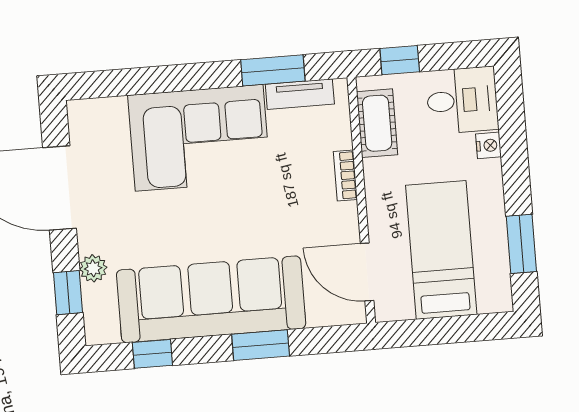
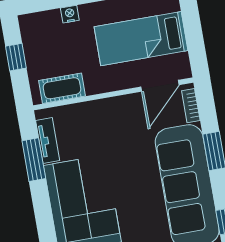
window: (400, 60) -> (16, 57), moved
desk: (462, 100) -> (42, 34), removed
bookcase: (345, 175) -> (191, 106), moved, turned 90

